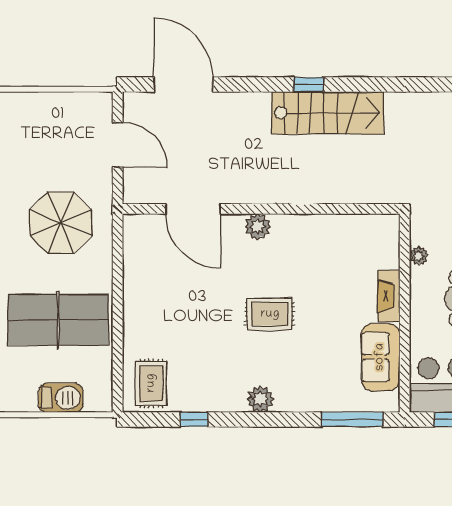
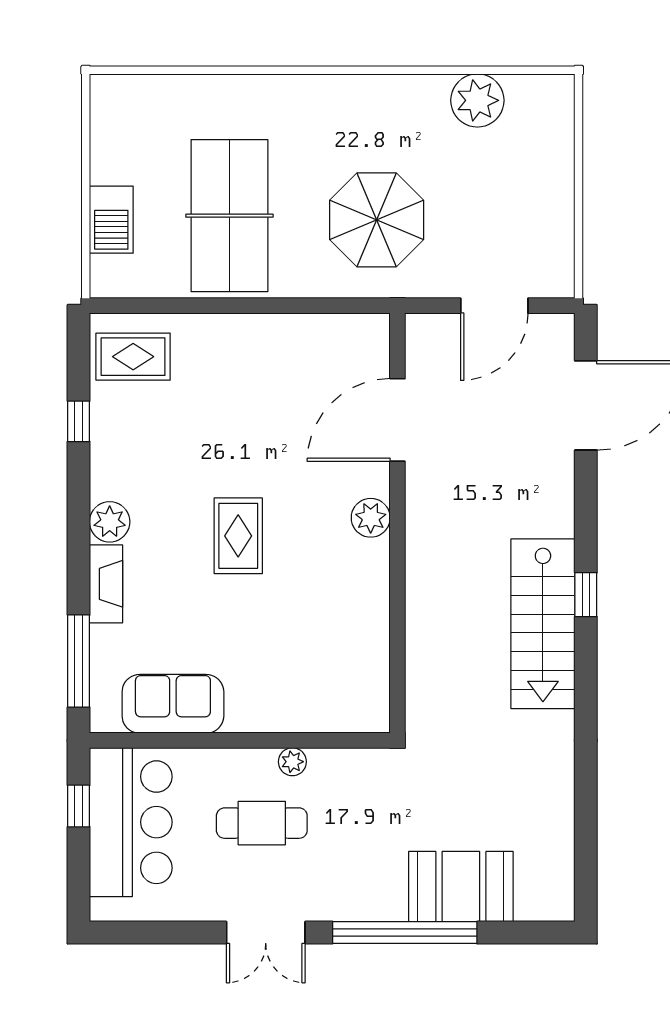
plant: (419, 256) -> (292, 762), moved
fireplace: (389, 296) -> (106, 584), moved, turned 90

